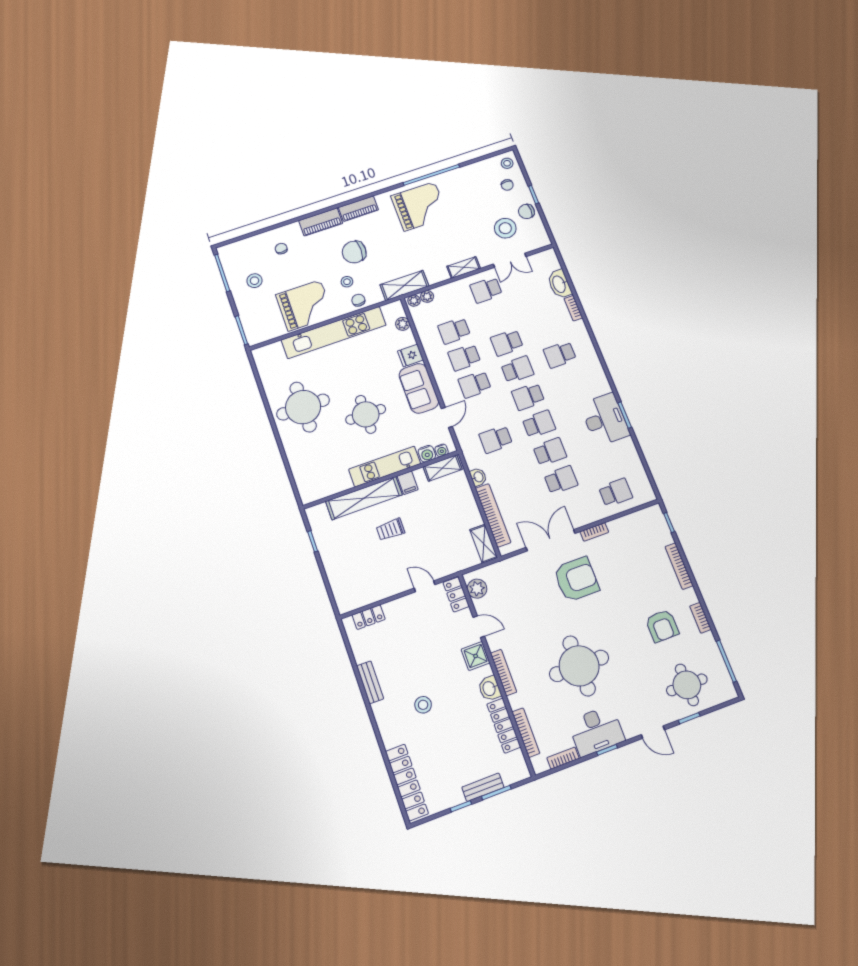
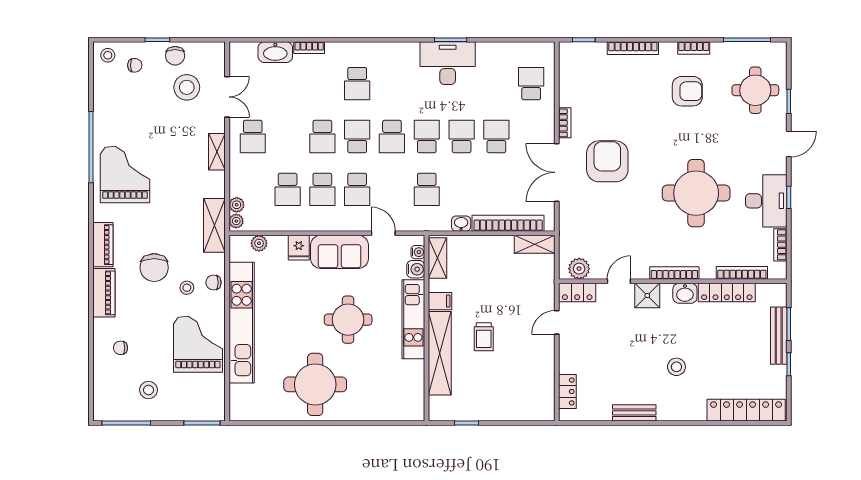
bench: (483, 787) -> (779, 336), width x1.36

